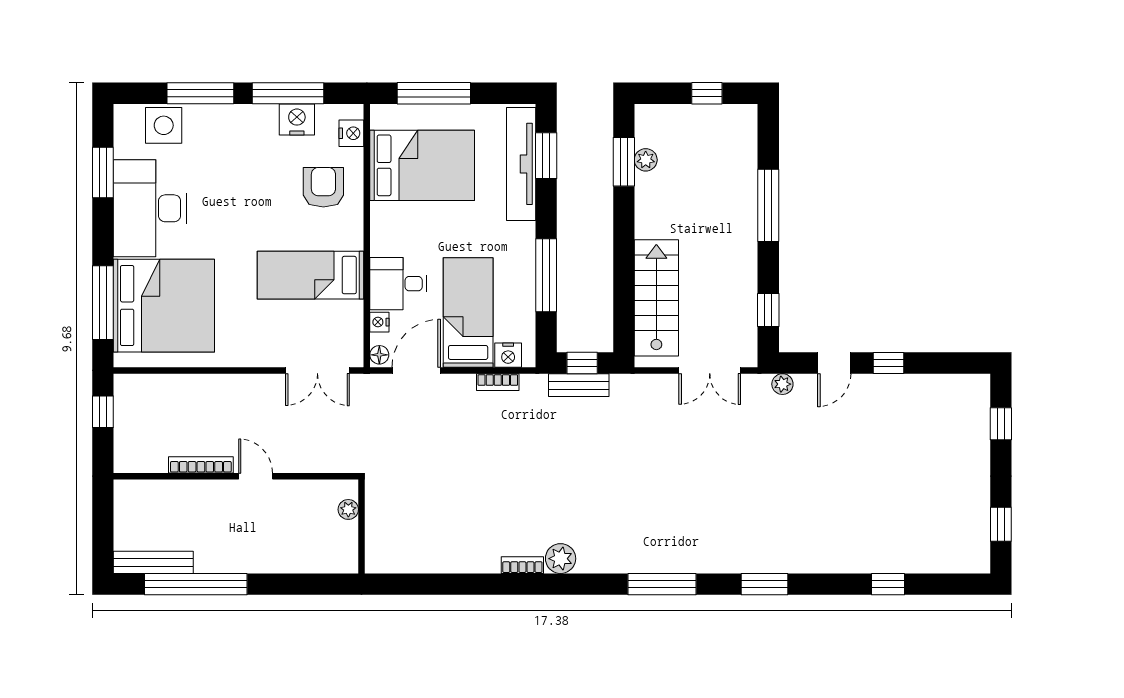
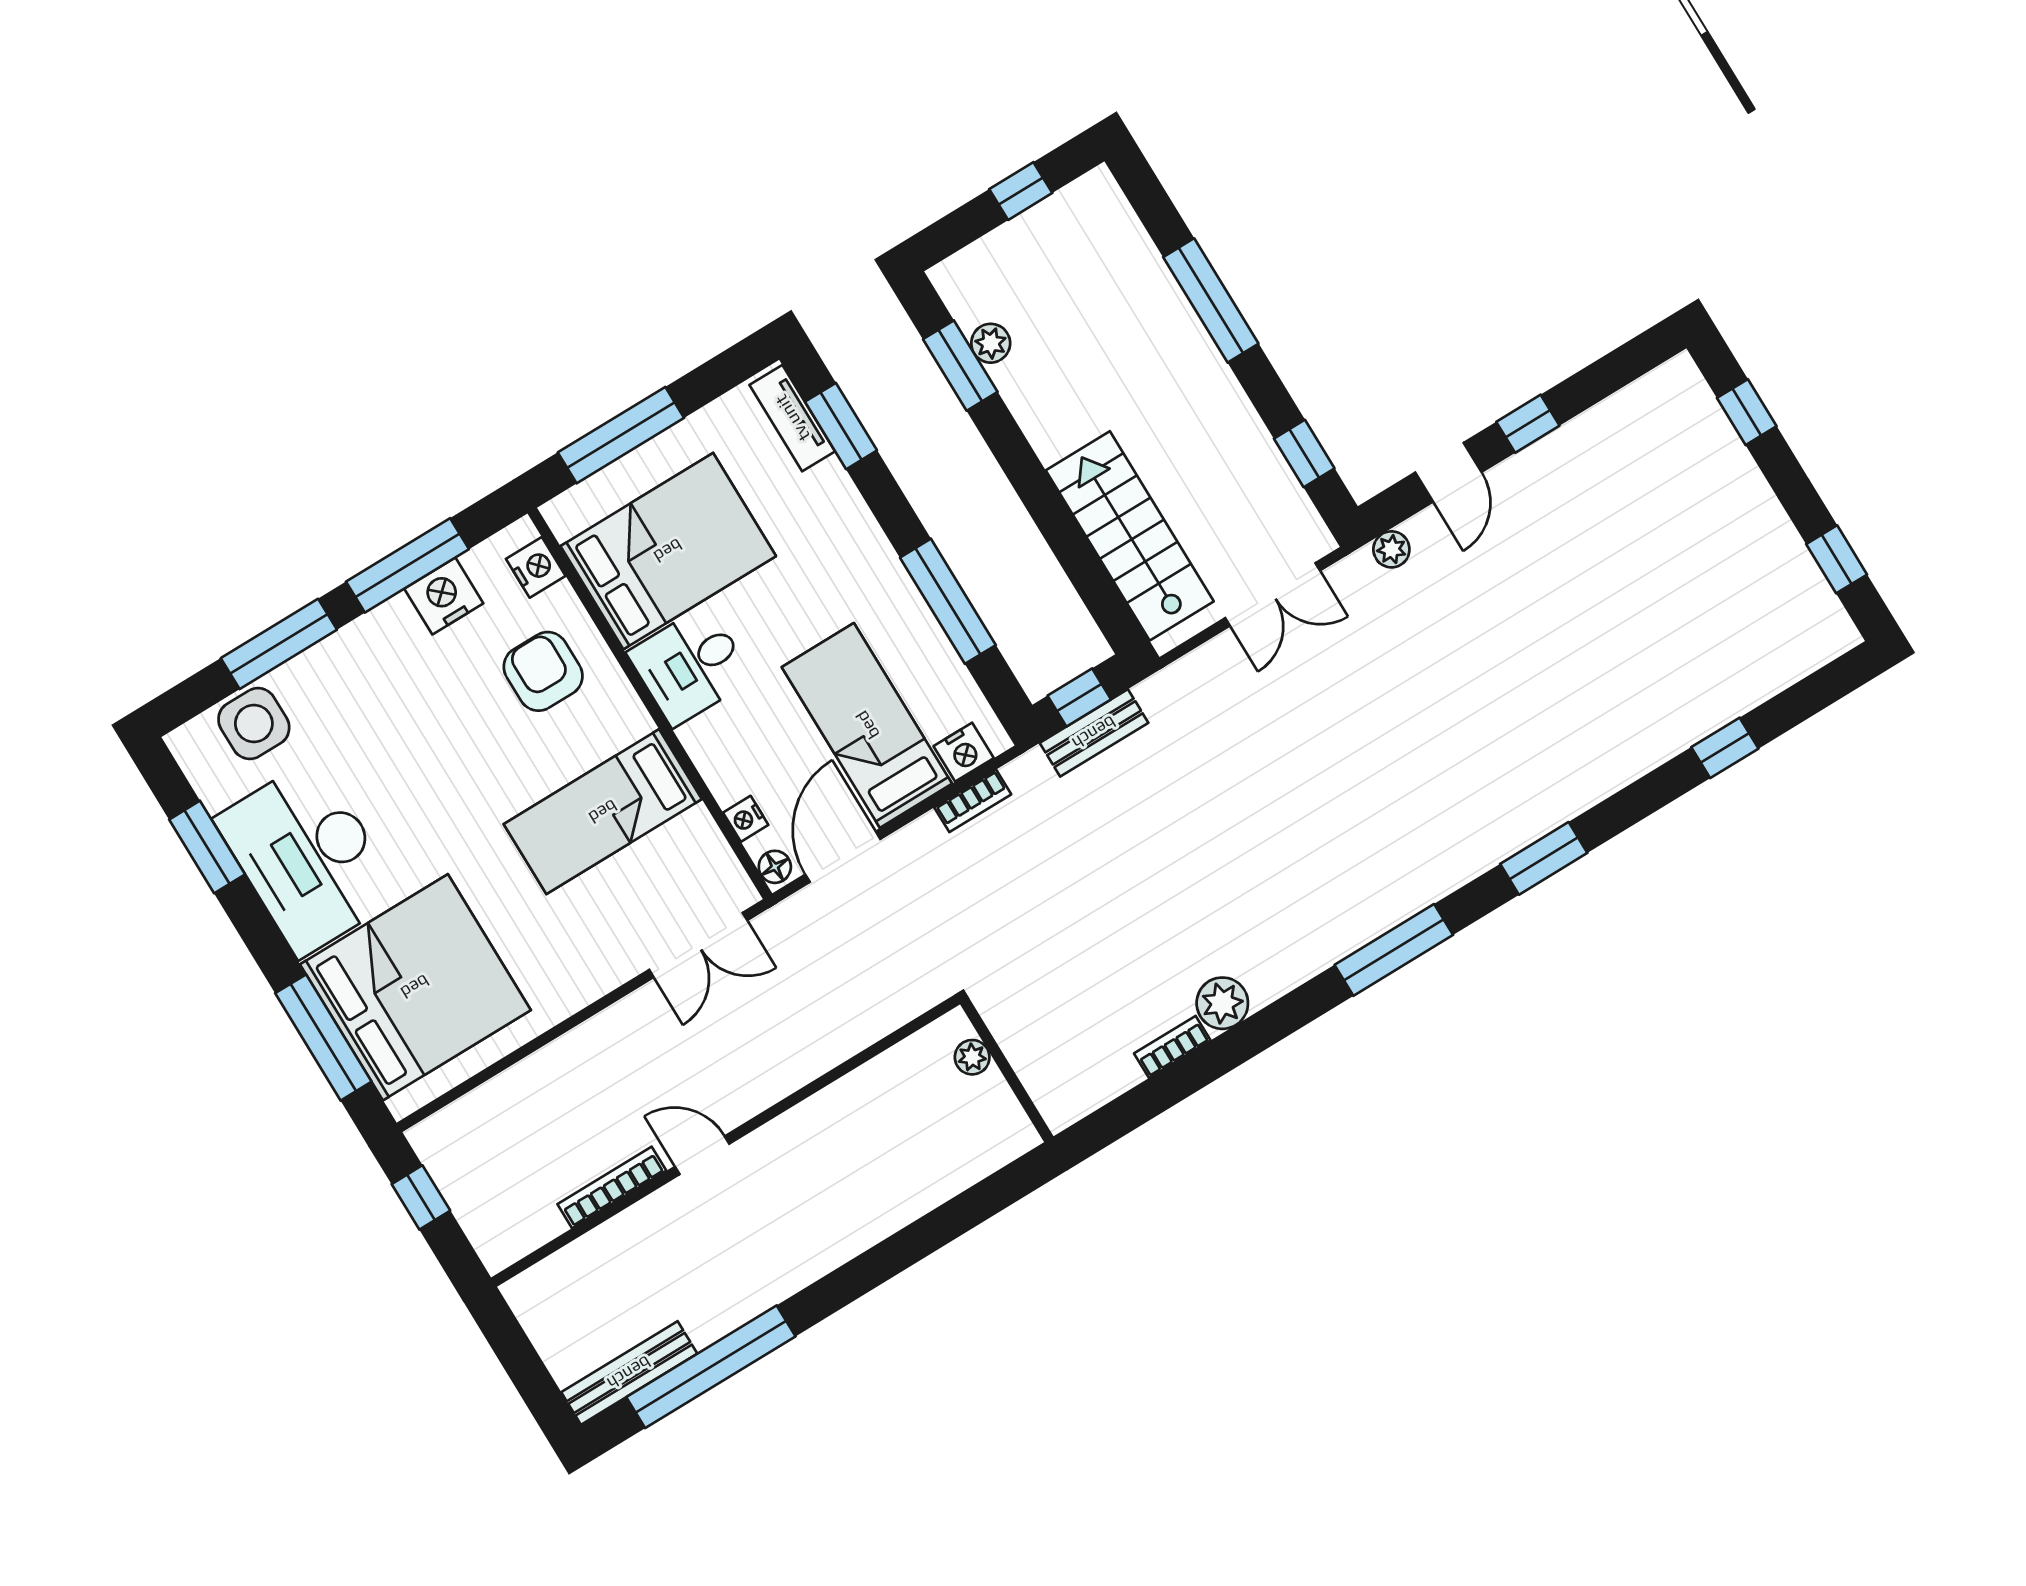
tv unit: (521, 164) -> (792, 418), width x0.52, depth x0.78
desk: (398, 284) -> (690, 666), moved
plant: (348, 509) -> (972, 1057), moved
wall: (362, 526) -> (1007, 1070), moved

